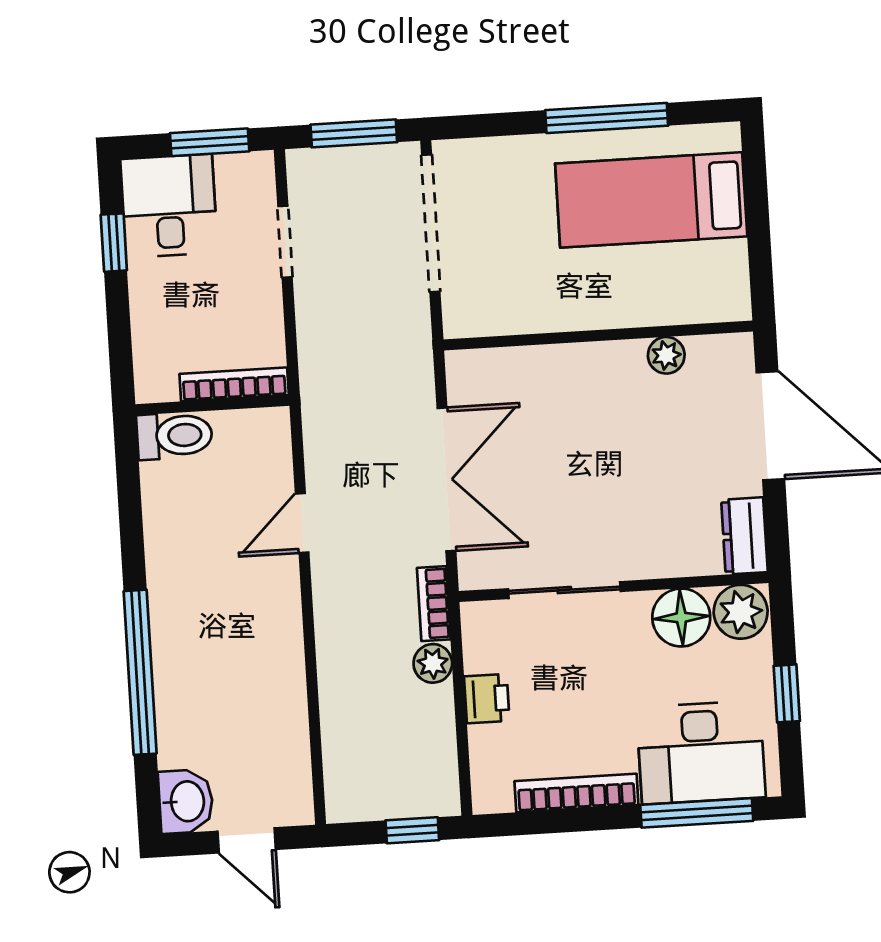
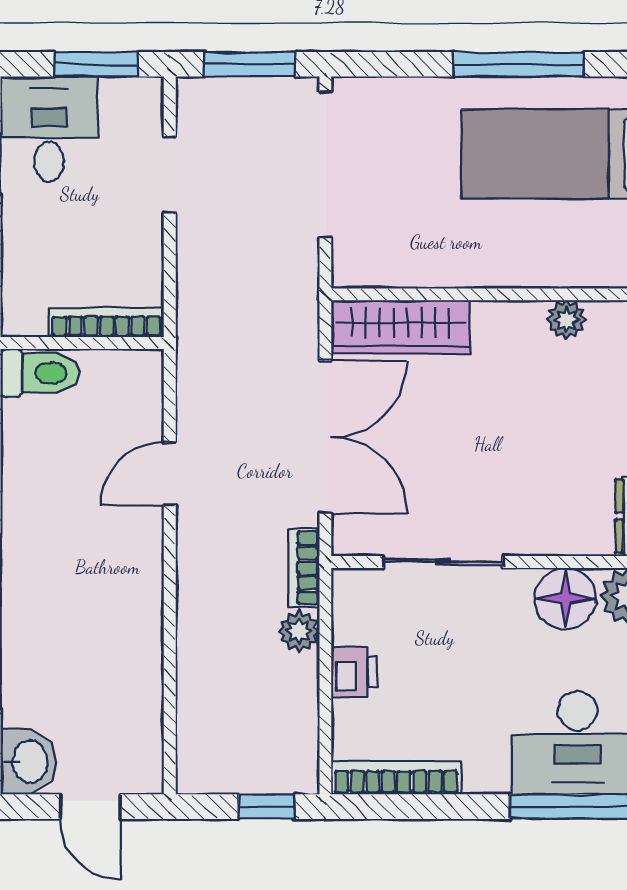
wardrobe: (511, 372) -> (400, 327), added
bookcase: (576, 793) -> (396, 778), moved

